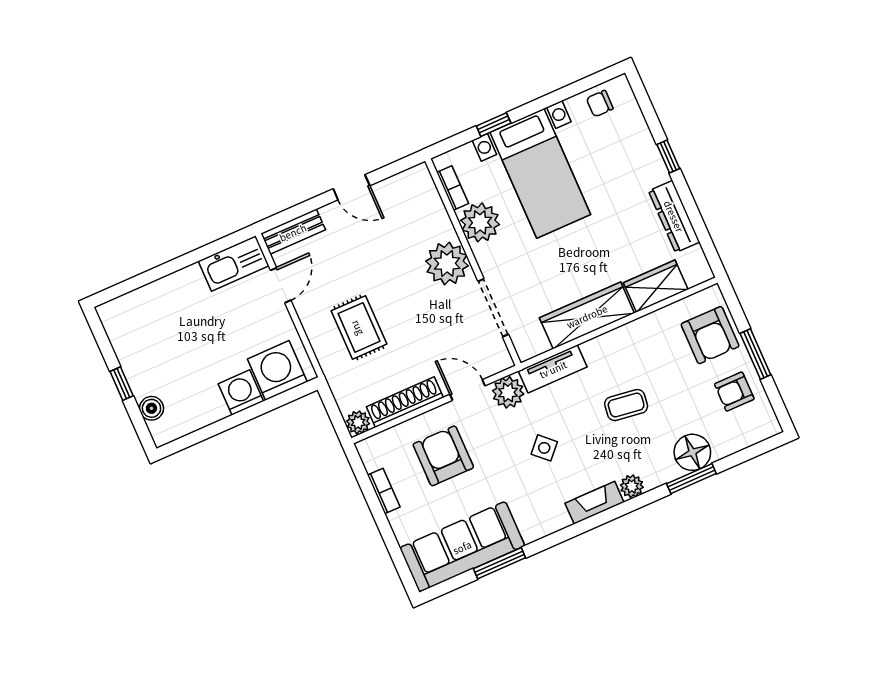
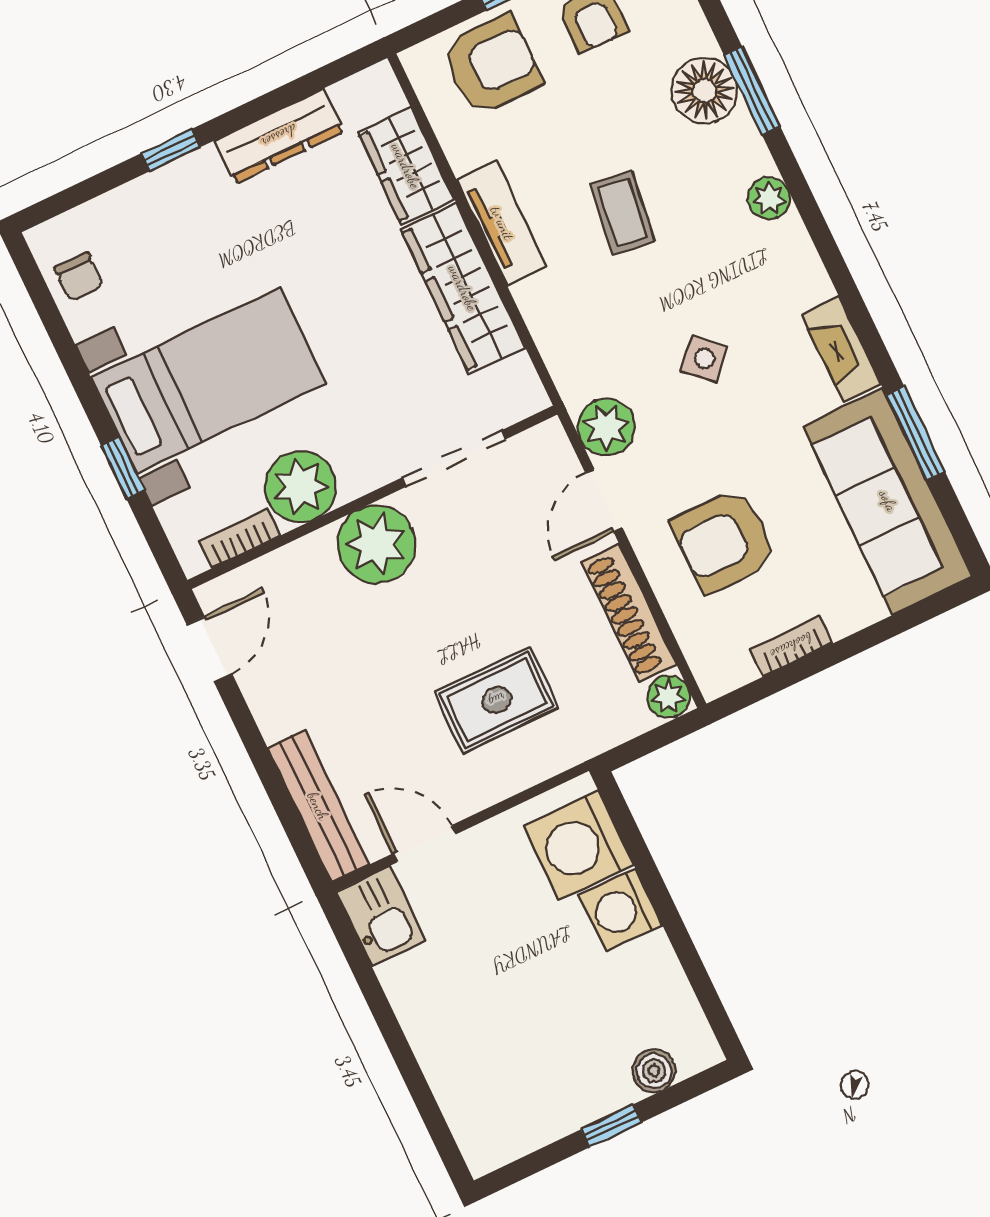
door: (351, 187) -> (209, 649), moved
bench: (293, 232) -> (318, 806), width x1.36
kitchen sink: (234, 263) -> (381, 916), width x0.73
tv unit: (553, 369) -> (502, 223), moved
fireplace: (594, 503) -> (841, 349), moved

